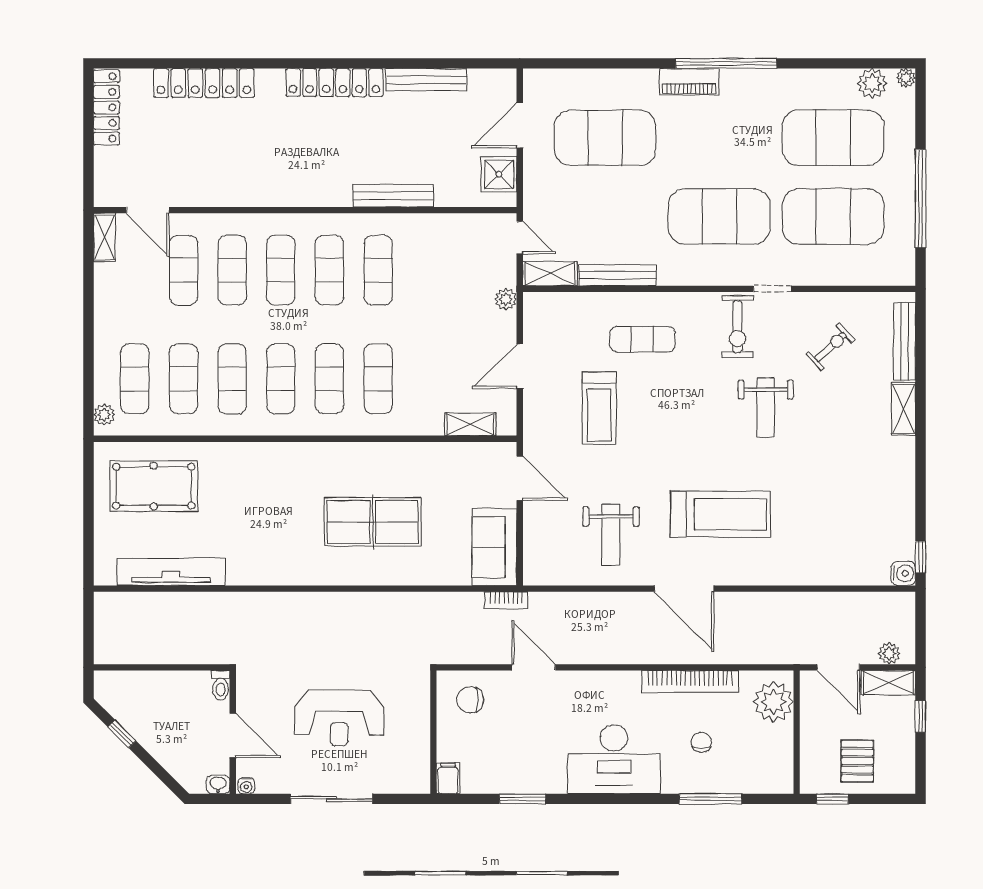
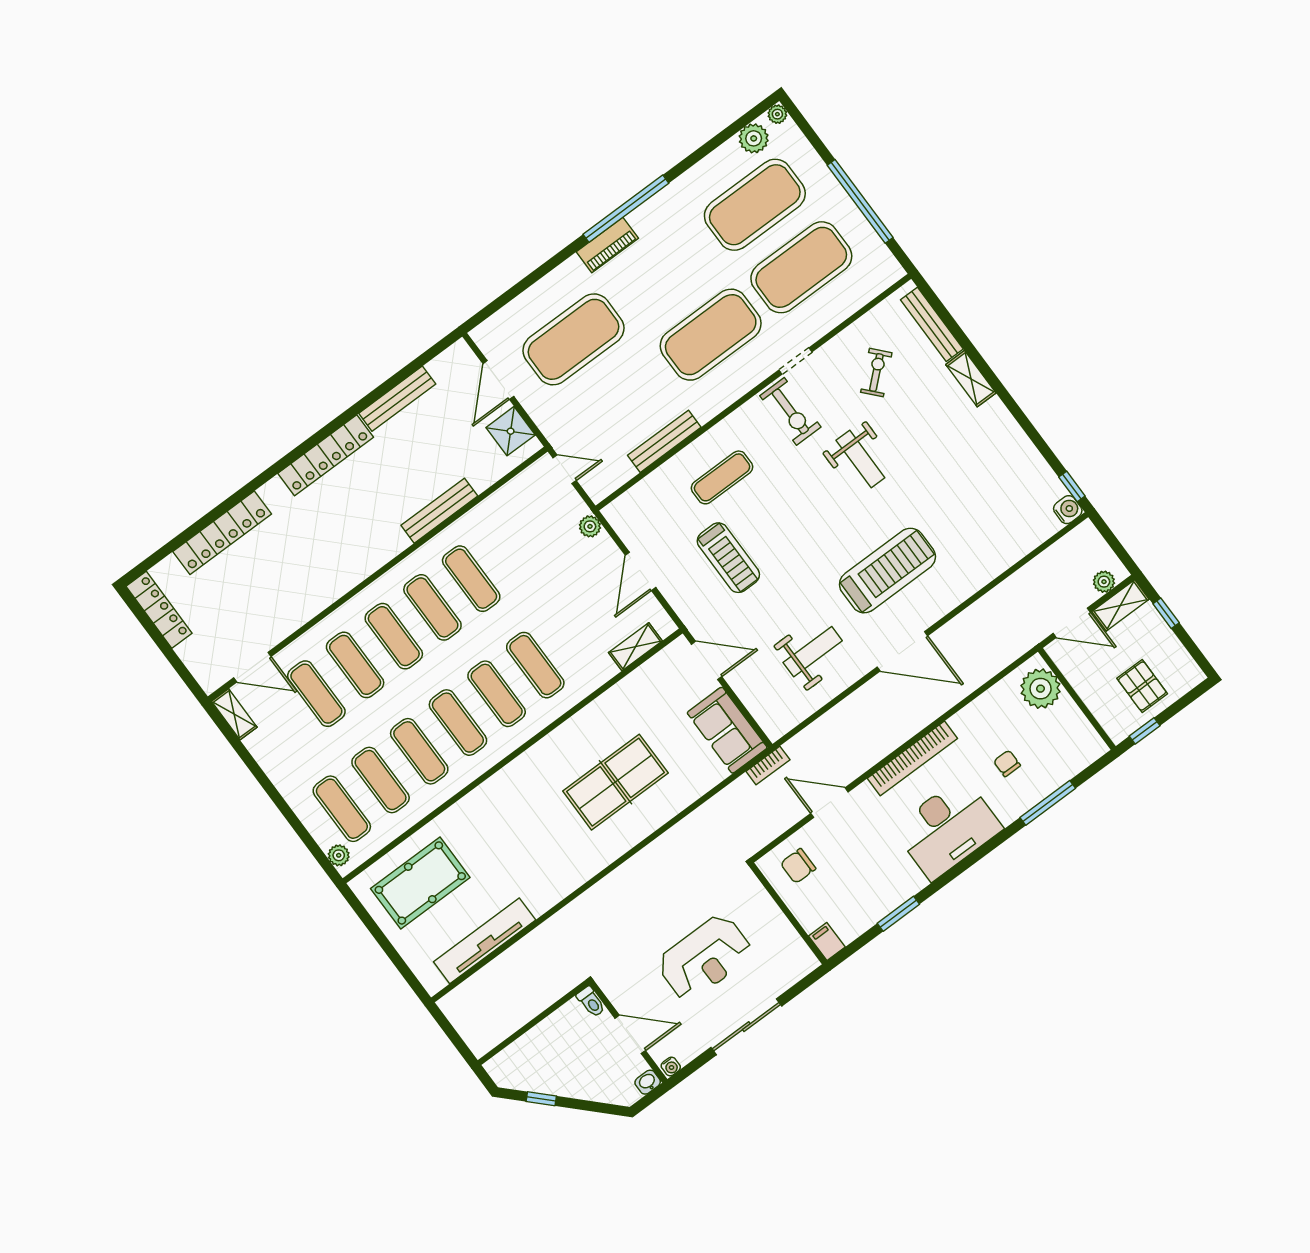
shelving: (550, 274) -> (610, 480), removed
weight bench: (611, 535) -> (813, 652), turned -90
bookcase: (690, 681) -> (912, 758), moved

